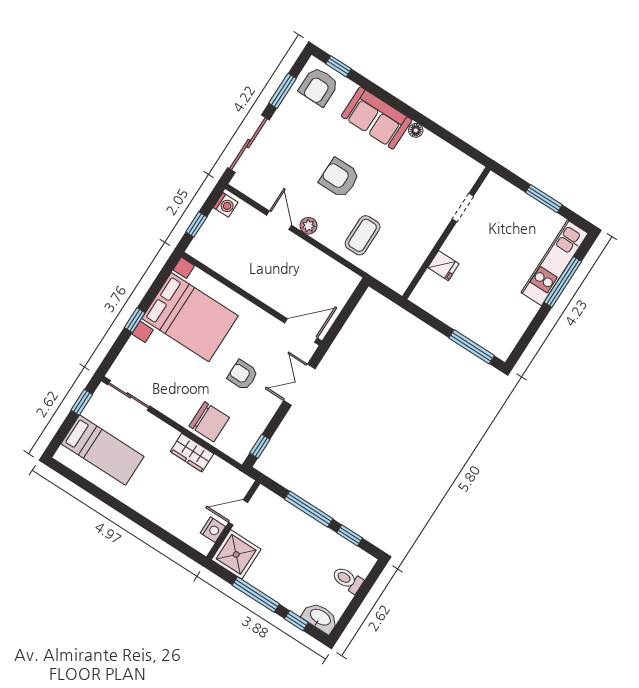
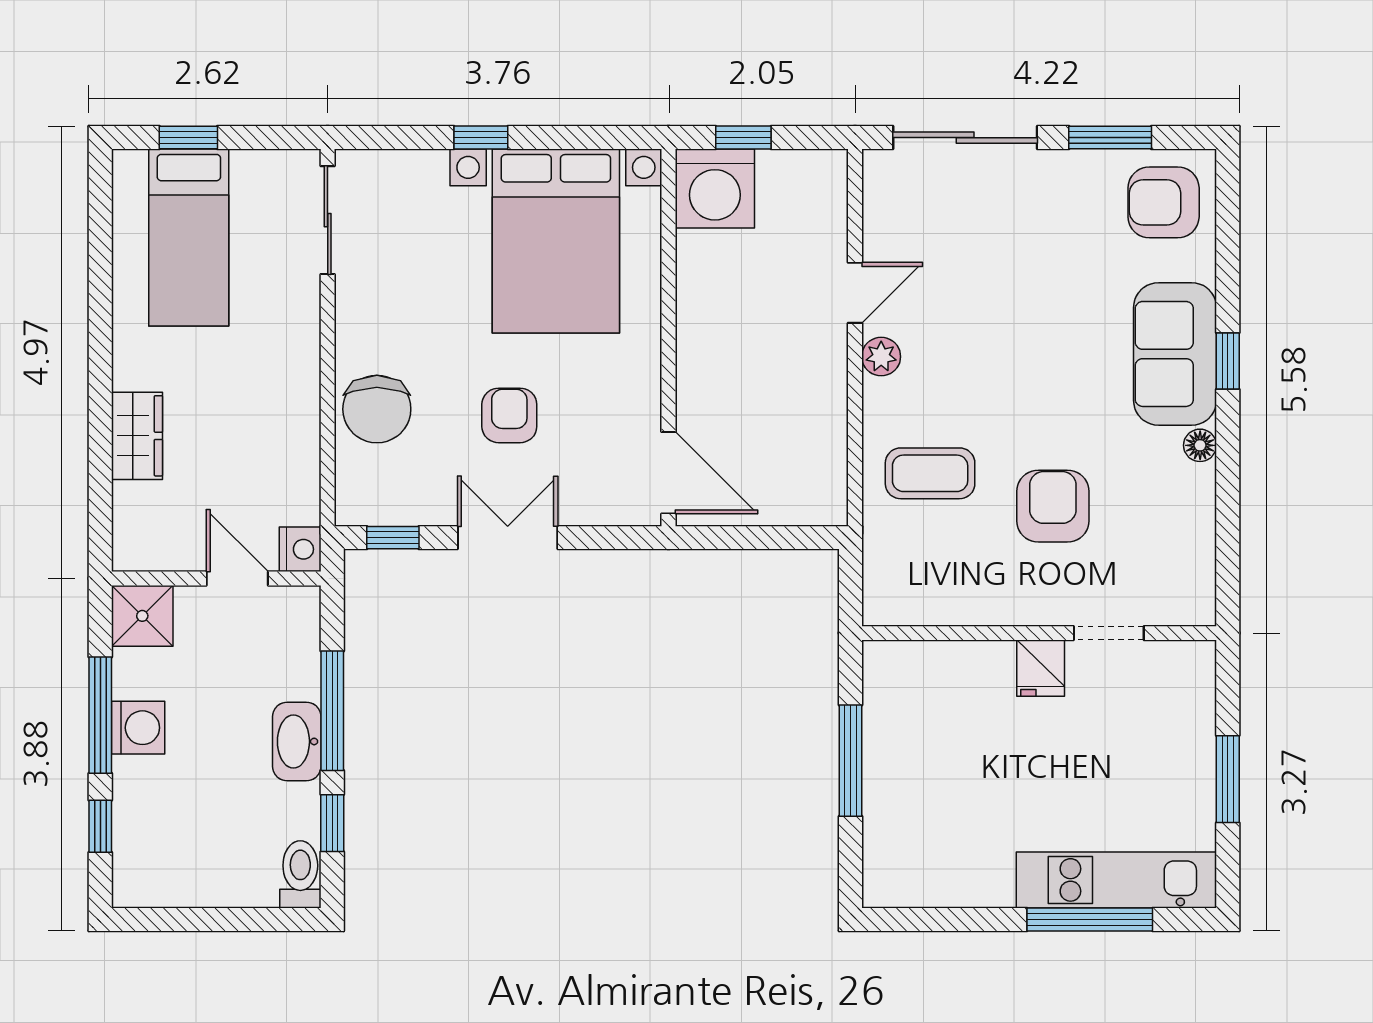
window: (338, 66) -> (1228, 361), moved
armchair: (339, 178) -> (1053, 506), moved
washing machine: (226, 205) -> (715, 188), moved, width x1.89, depth x1.89
fridge: (443, 266) -> (1041, 668), moved
window: (472, 347) -> (850, 761), moved
double door: (299, 385) -> (508, 538), moved
window: (82, 402) -> (188, 138), moved
wardrobe: (192, 453) -> (137, 436), moved, turned 180
nightstand: (213, 530) -> (300, 549), moved, turned -90
shower: (236, 554) -> (142, 616), width x0.73, depth x0.73
toilet: (347, 580) -> (300, 874), moved
washing machine: (269, 584) -> (138, 728), added
washbasin: (320, 618) -> (297, 741), moved, turned 180

